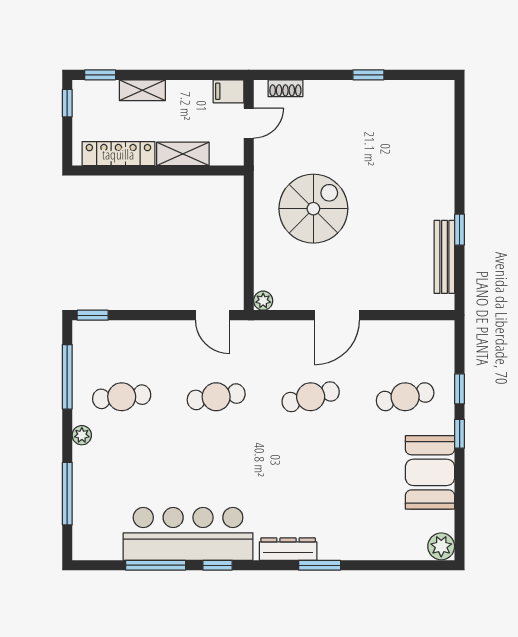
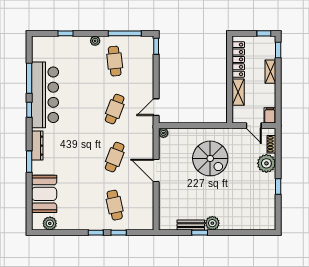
plant: (323, 98) -> (266, 163), added
plant: (441, 204) -> (212, 223), added
bench: (444, 257) -> (191, 225), width x0.73
cafe table: (216, 397) -> (115, 109), turned 30
cafe table: (311, 397) -> (115, 157), turned 36
booth: (430, 472) -> (44, 194), moved, turned 90
window: (67, 494) -> (65, 33), width x0.46
plant: (441, 546) -> (50, 223), moved

